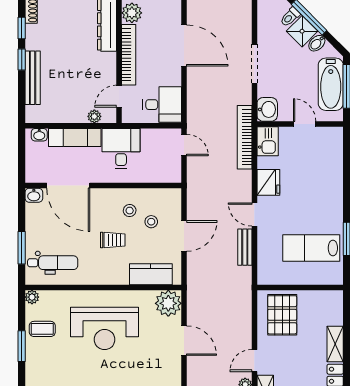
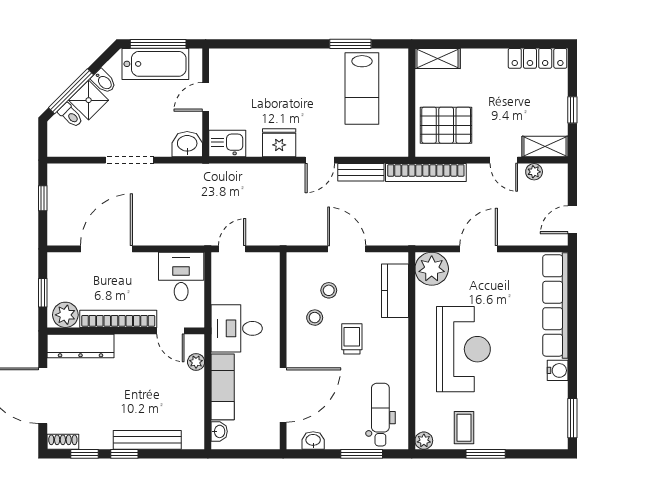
bookcase: (245, 137) -> (426, 173), moved
washbasin: (34, 195) -> (313, 440), moved, turned -90
shelving: (335, 344) -> (438, 58), moved

